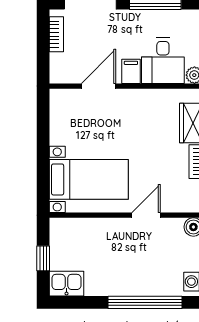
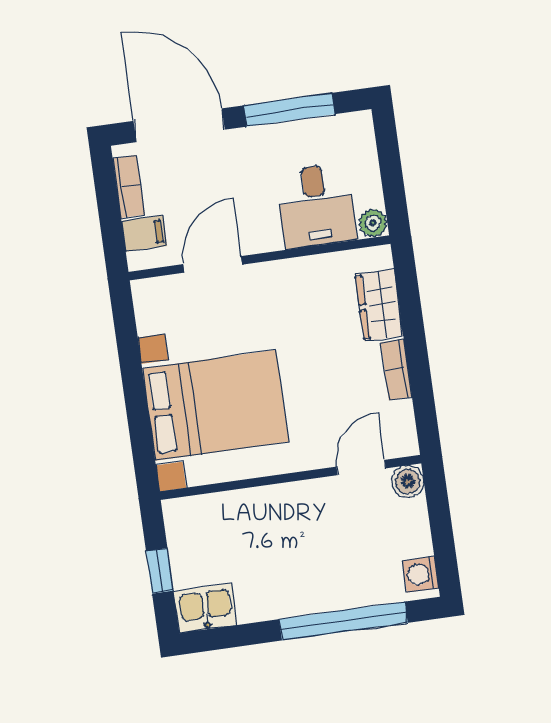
filing cabinet: (131, 71) -> (144, 233), moved, turned 90
bed with nightstands: (89, 179) -> (215, 405), width x1.36
door: (146, 215) -> (361, 468), moved

